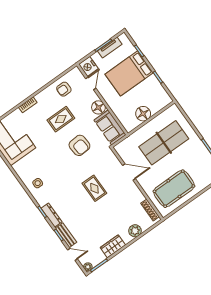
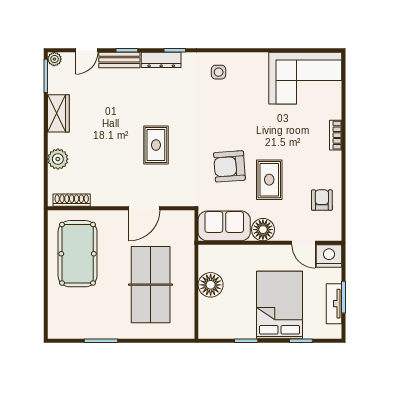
rug: (61, 119) -> (269, 180), moved
rug: (94, 188) -> (156, 145), turned 90

